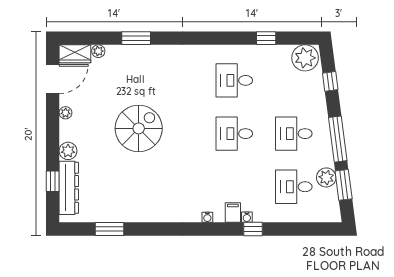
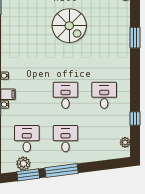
window: (136, 38) -> (135, 38), moved
plant: (305, 58) -> (125, 142), width x0.53, depth x0.53
window: (330, 81) -> (103, 165), removed
plant: (326, 177) -> (23, 164), moved

